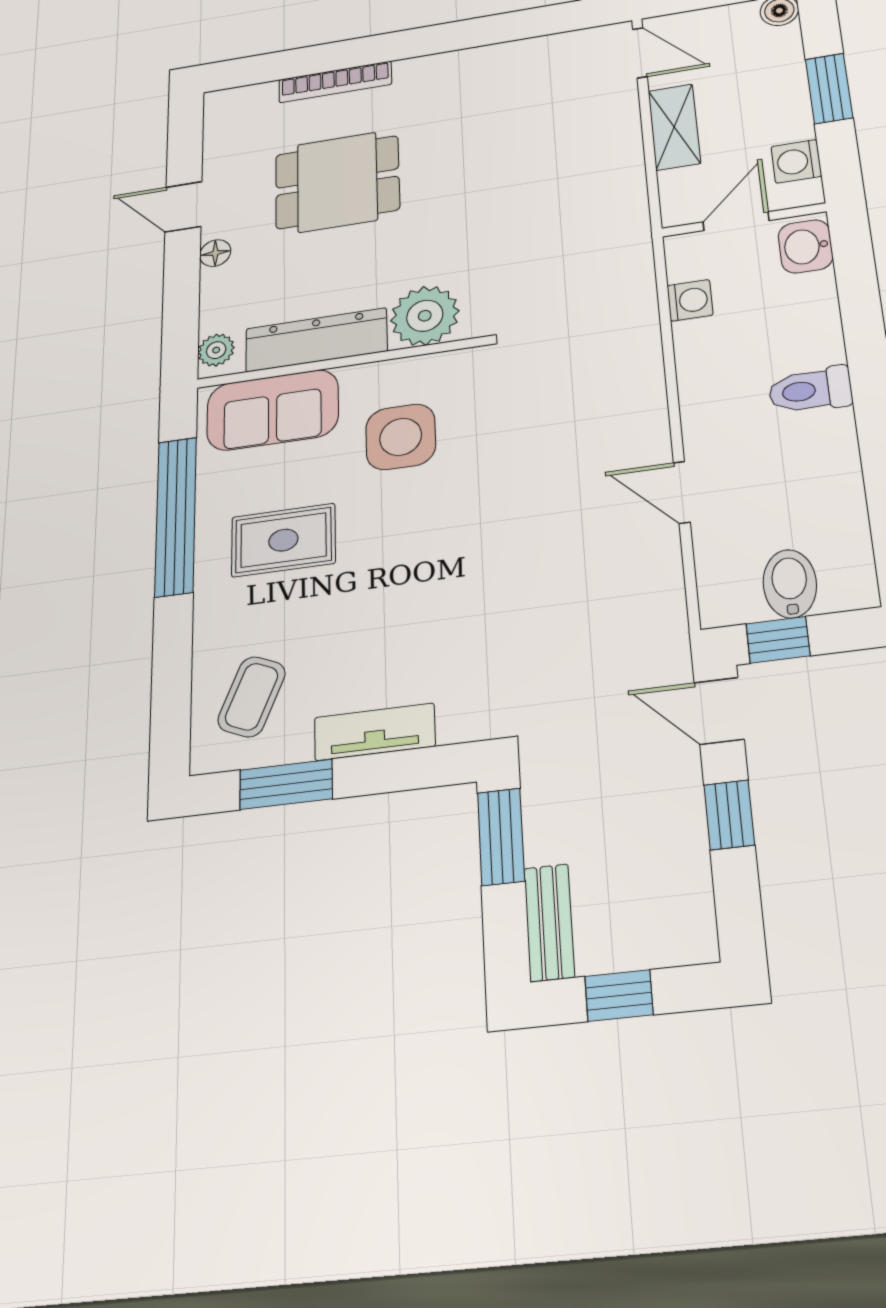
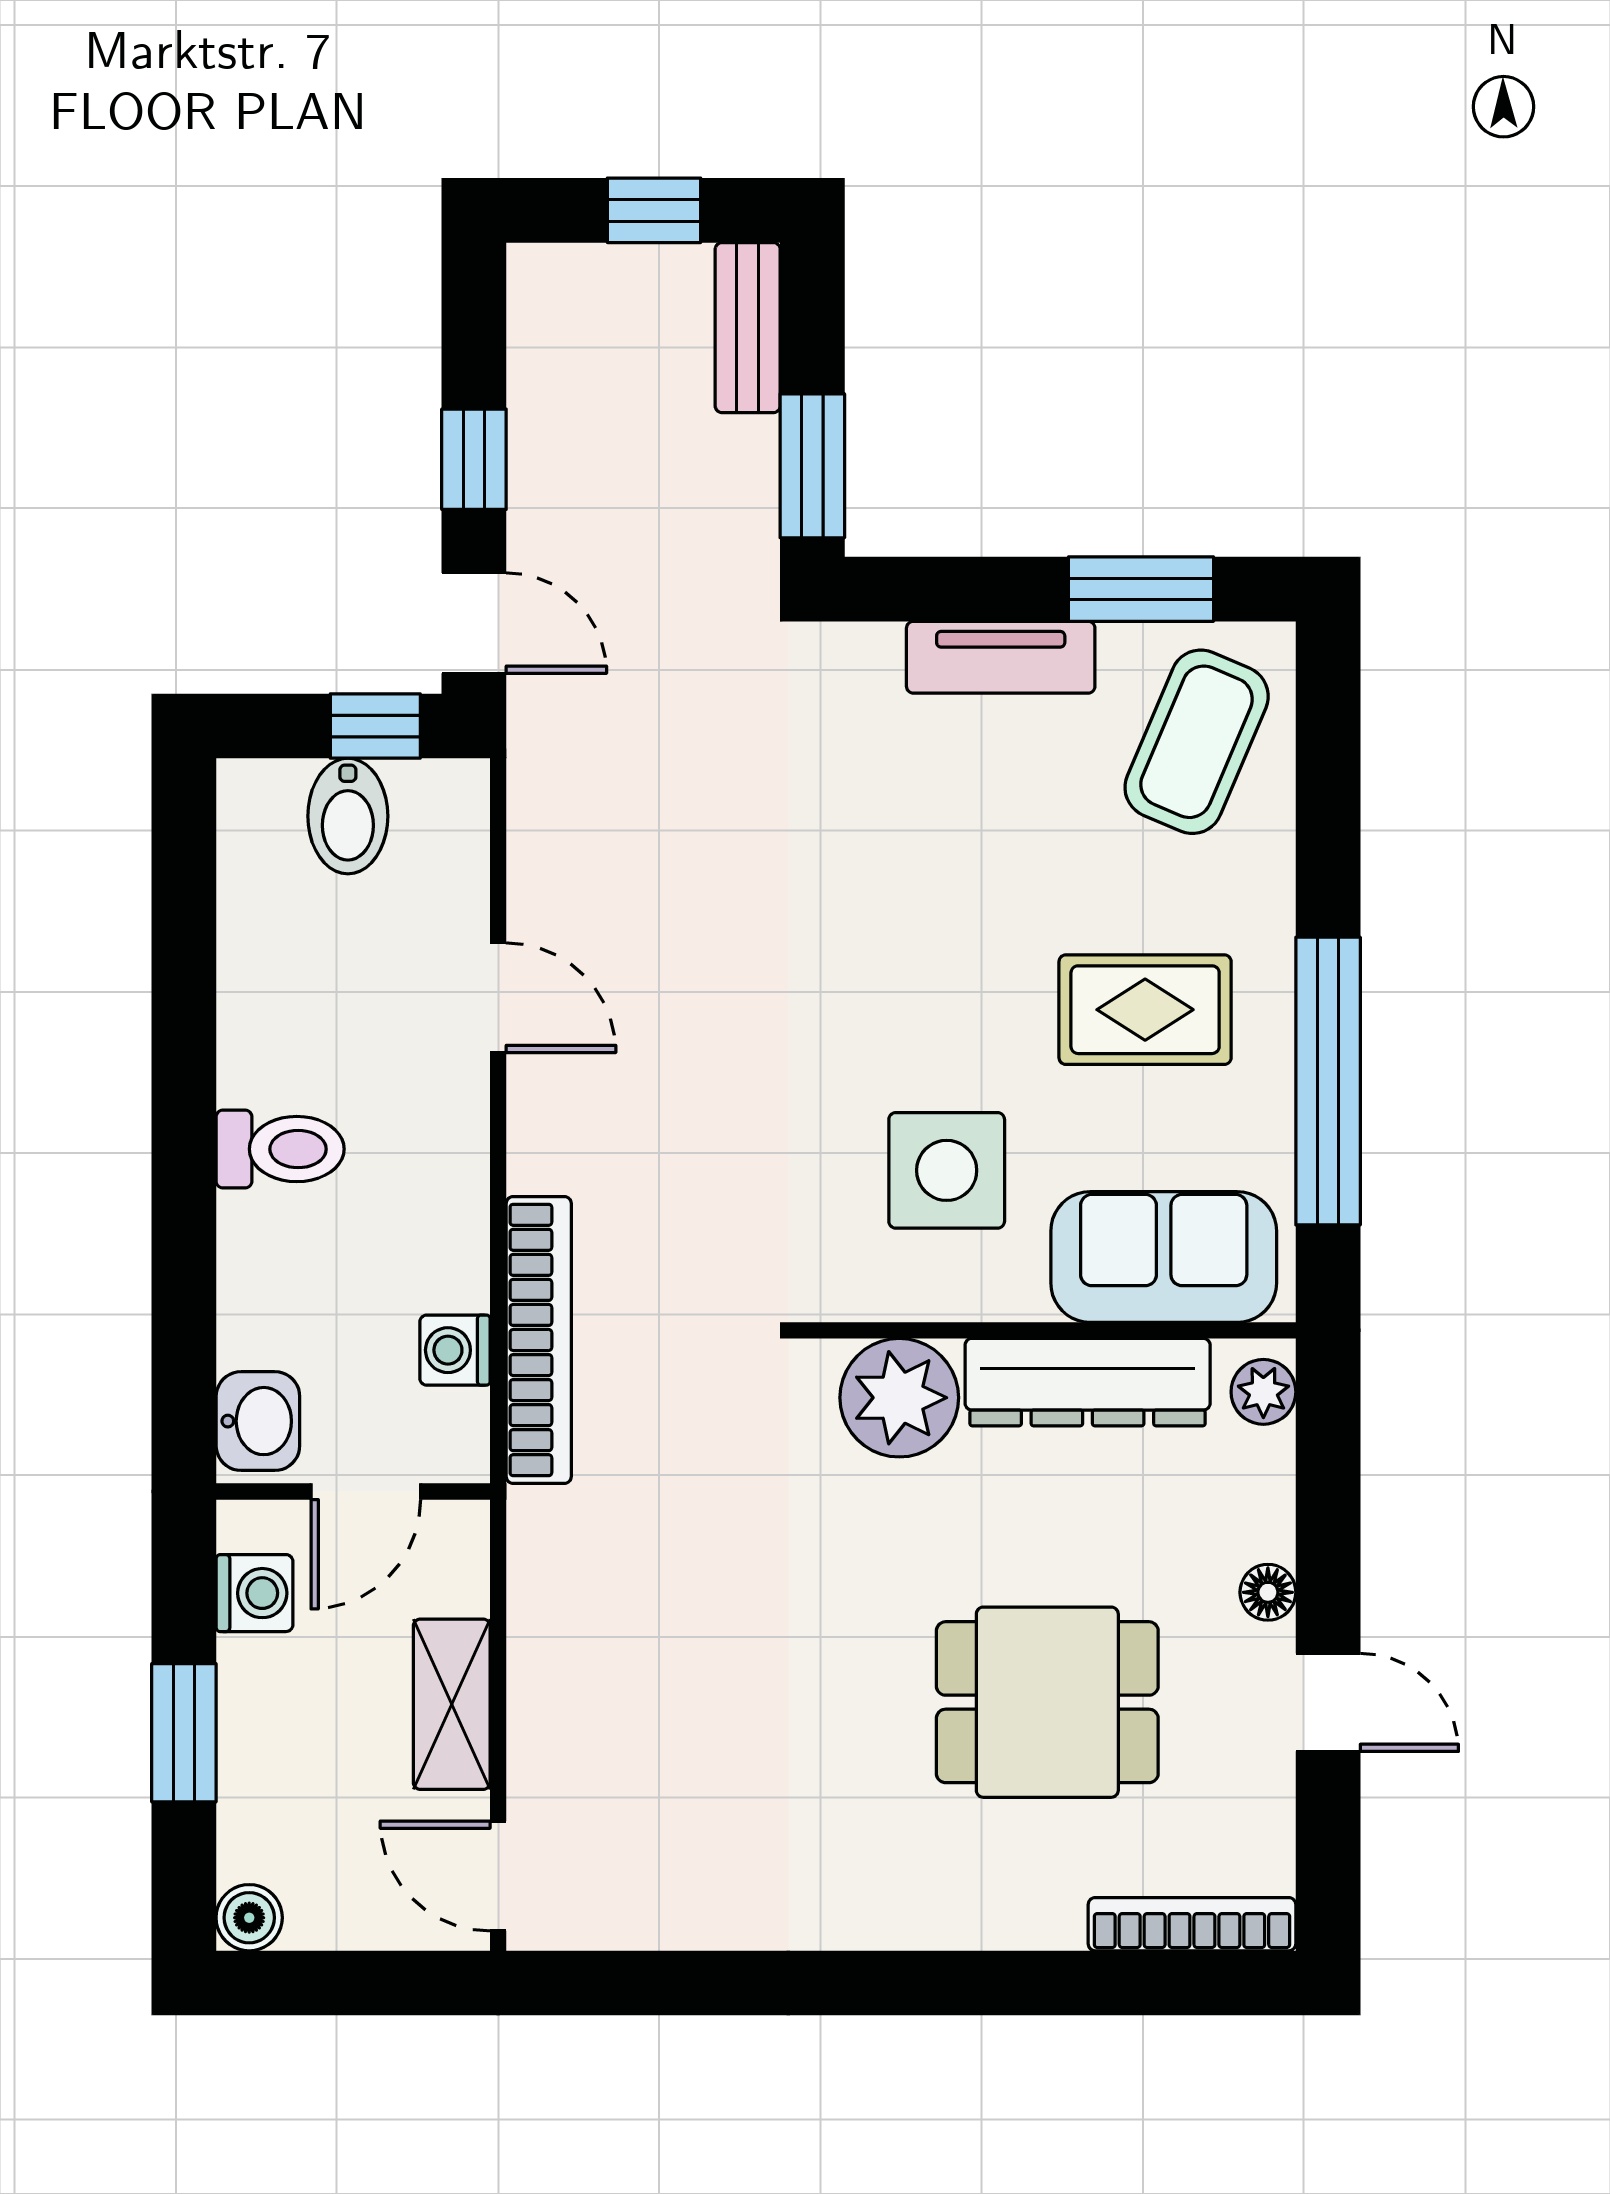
bookcase: (335, 82) -> (1192, 1924), moved
bookcase: (640, 313) -> (539, 1340), added
coffee table: (252, 697) -> (1197, 742), width x1.36, depth x1.30

